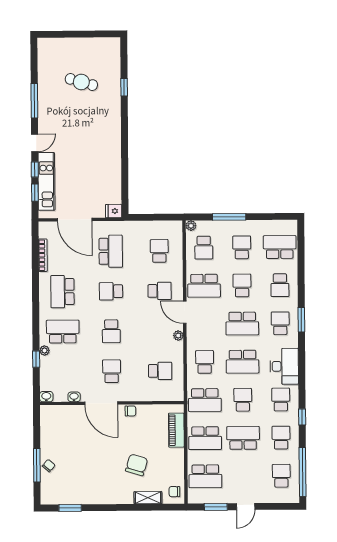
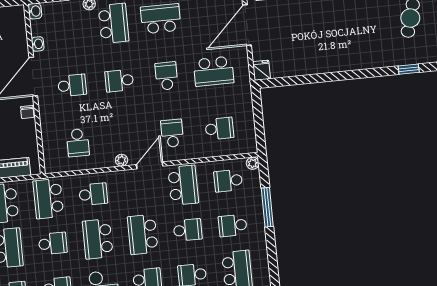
school desk: (242, 247) -> (233, 225), turned 180
school desk: (204, 286) -> (183, 185), turned 180
school desk: (160, 291) -> (172, 133), turned 180

